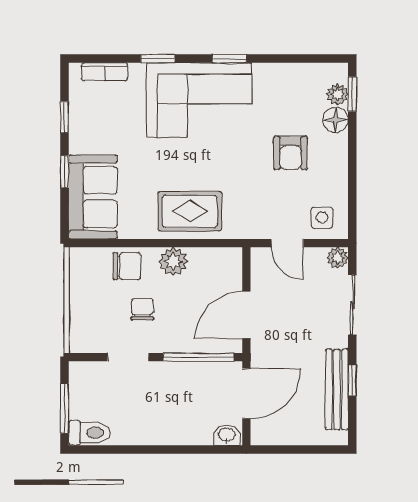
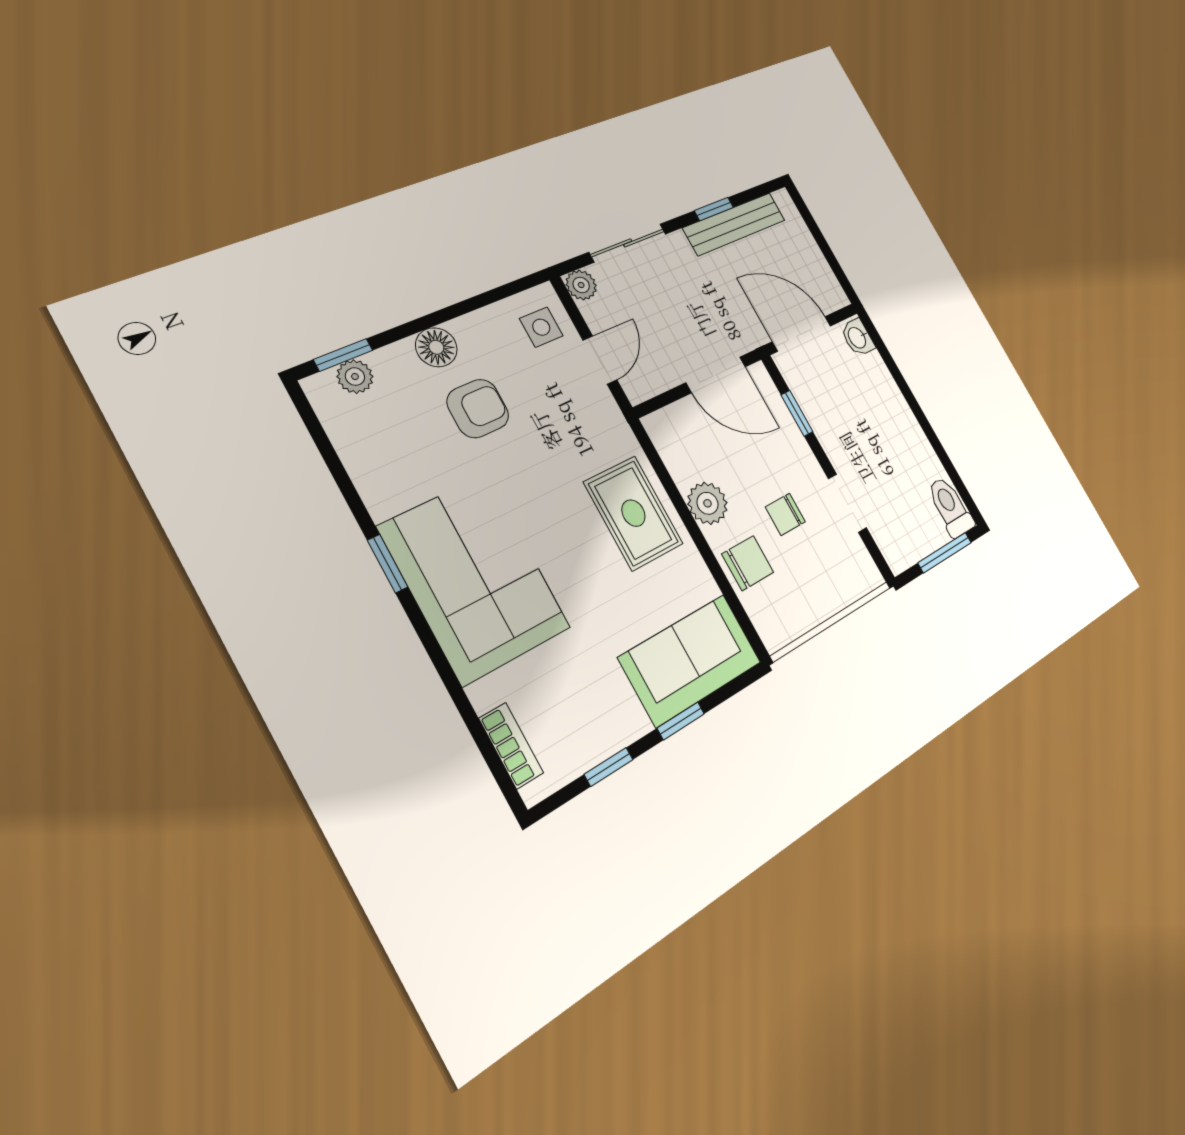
window: (158, 59) -> (447, 674), removed
floor lamp: (335, 120) -> (436, 347), moved
chair: (127, 266) -> (748, 563), turned 90
window: (198, 357) -> (797, 413), width x0.46

